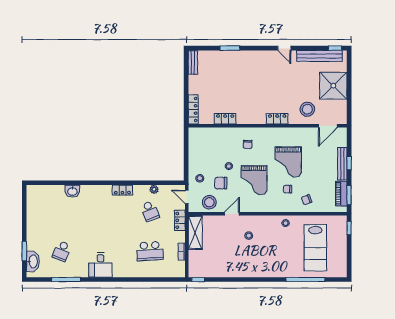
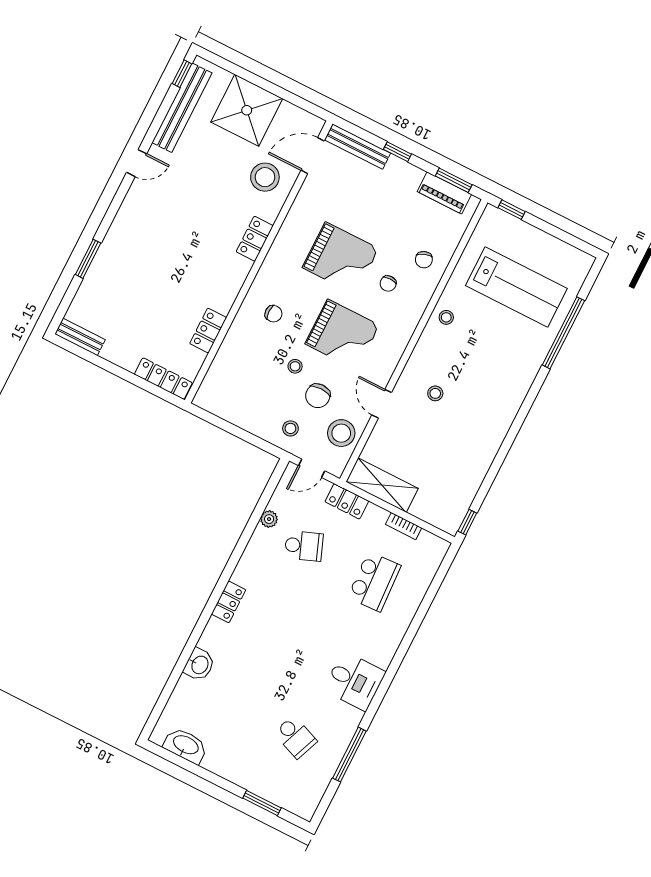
door: (328, 126) -> (313, 156), swing flipped
bench: (342, 164) -> (358, 147), moved
locker: (122, 190) -> (229, 602), moved
washbasin: (33, 261) -> (186, 745), moved

